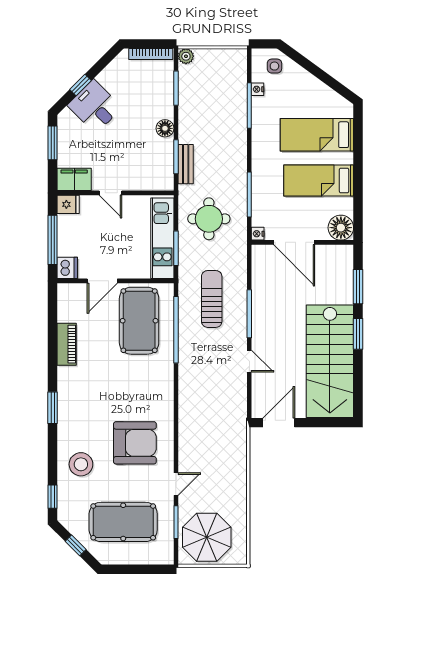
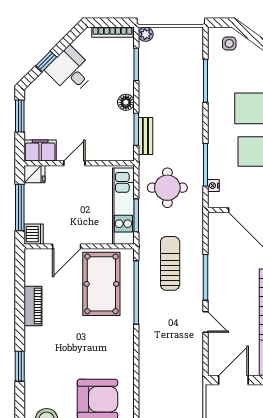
nightstand: (258, 89) -> (213, 65), removed
desk: (95, 106) -> (70, 71), moved
door: (110, 193) -> (74, 163), swing flipped
nightstand: (258, 234) -> (213, 186), moved

